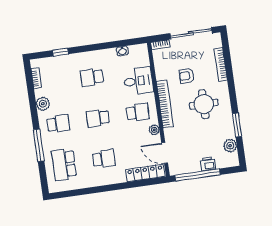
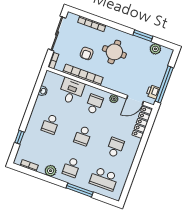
bookcase: (165, 104) -> (83, 75), moved
school desk: (58, 124) -> (71, 167), turned 180
printer: (208, 164) -> (153, 92), moved

